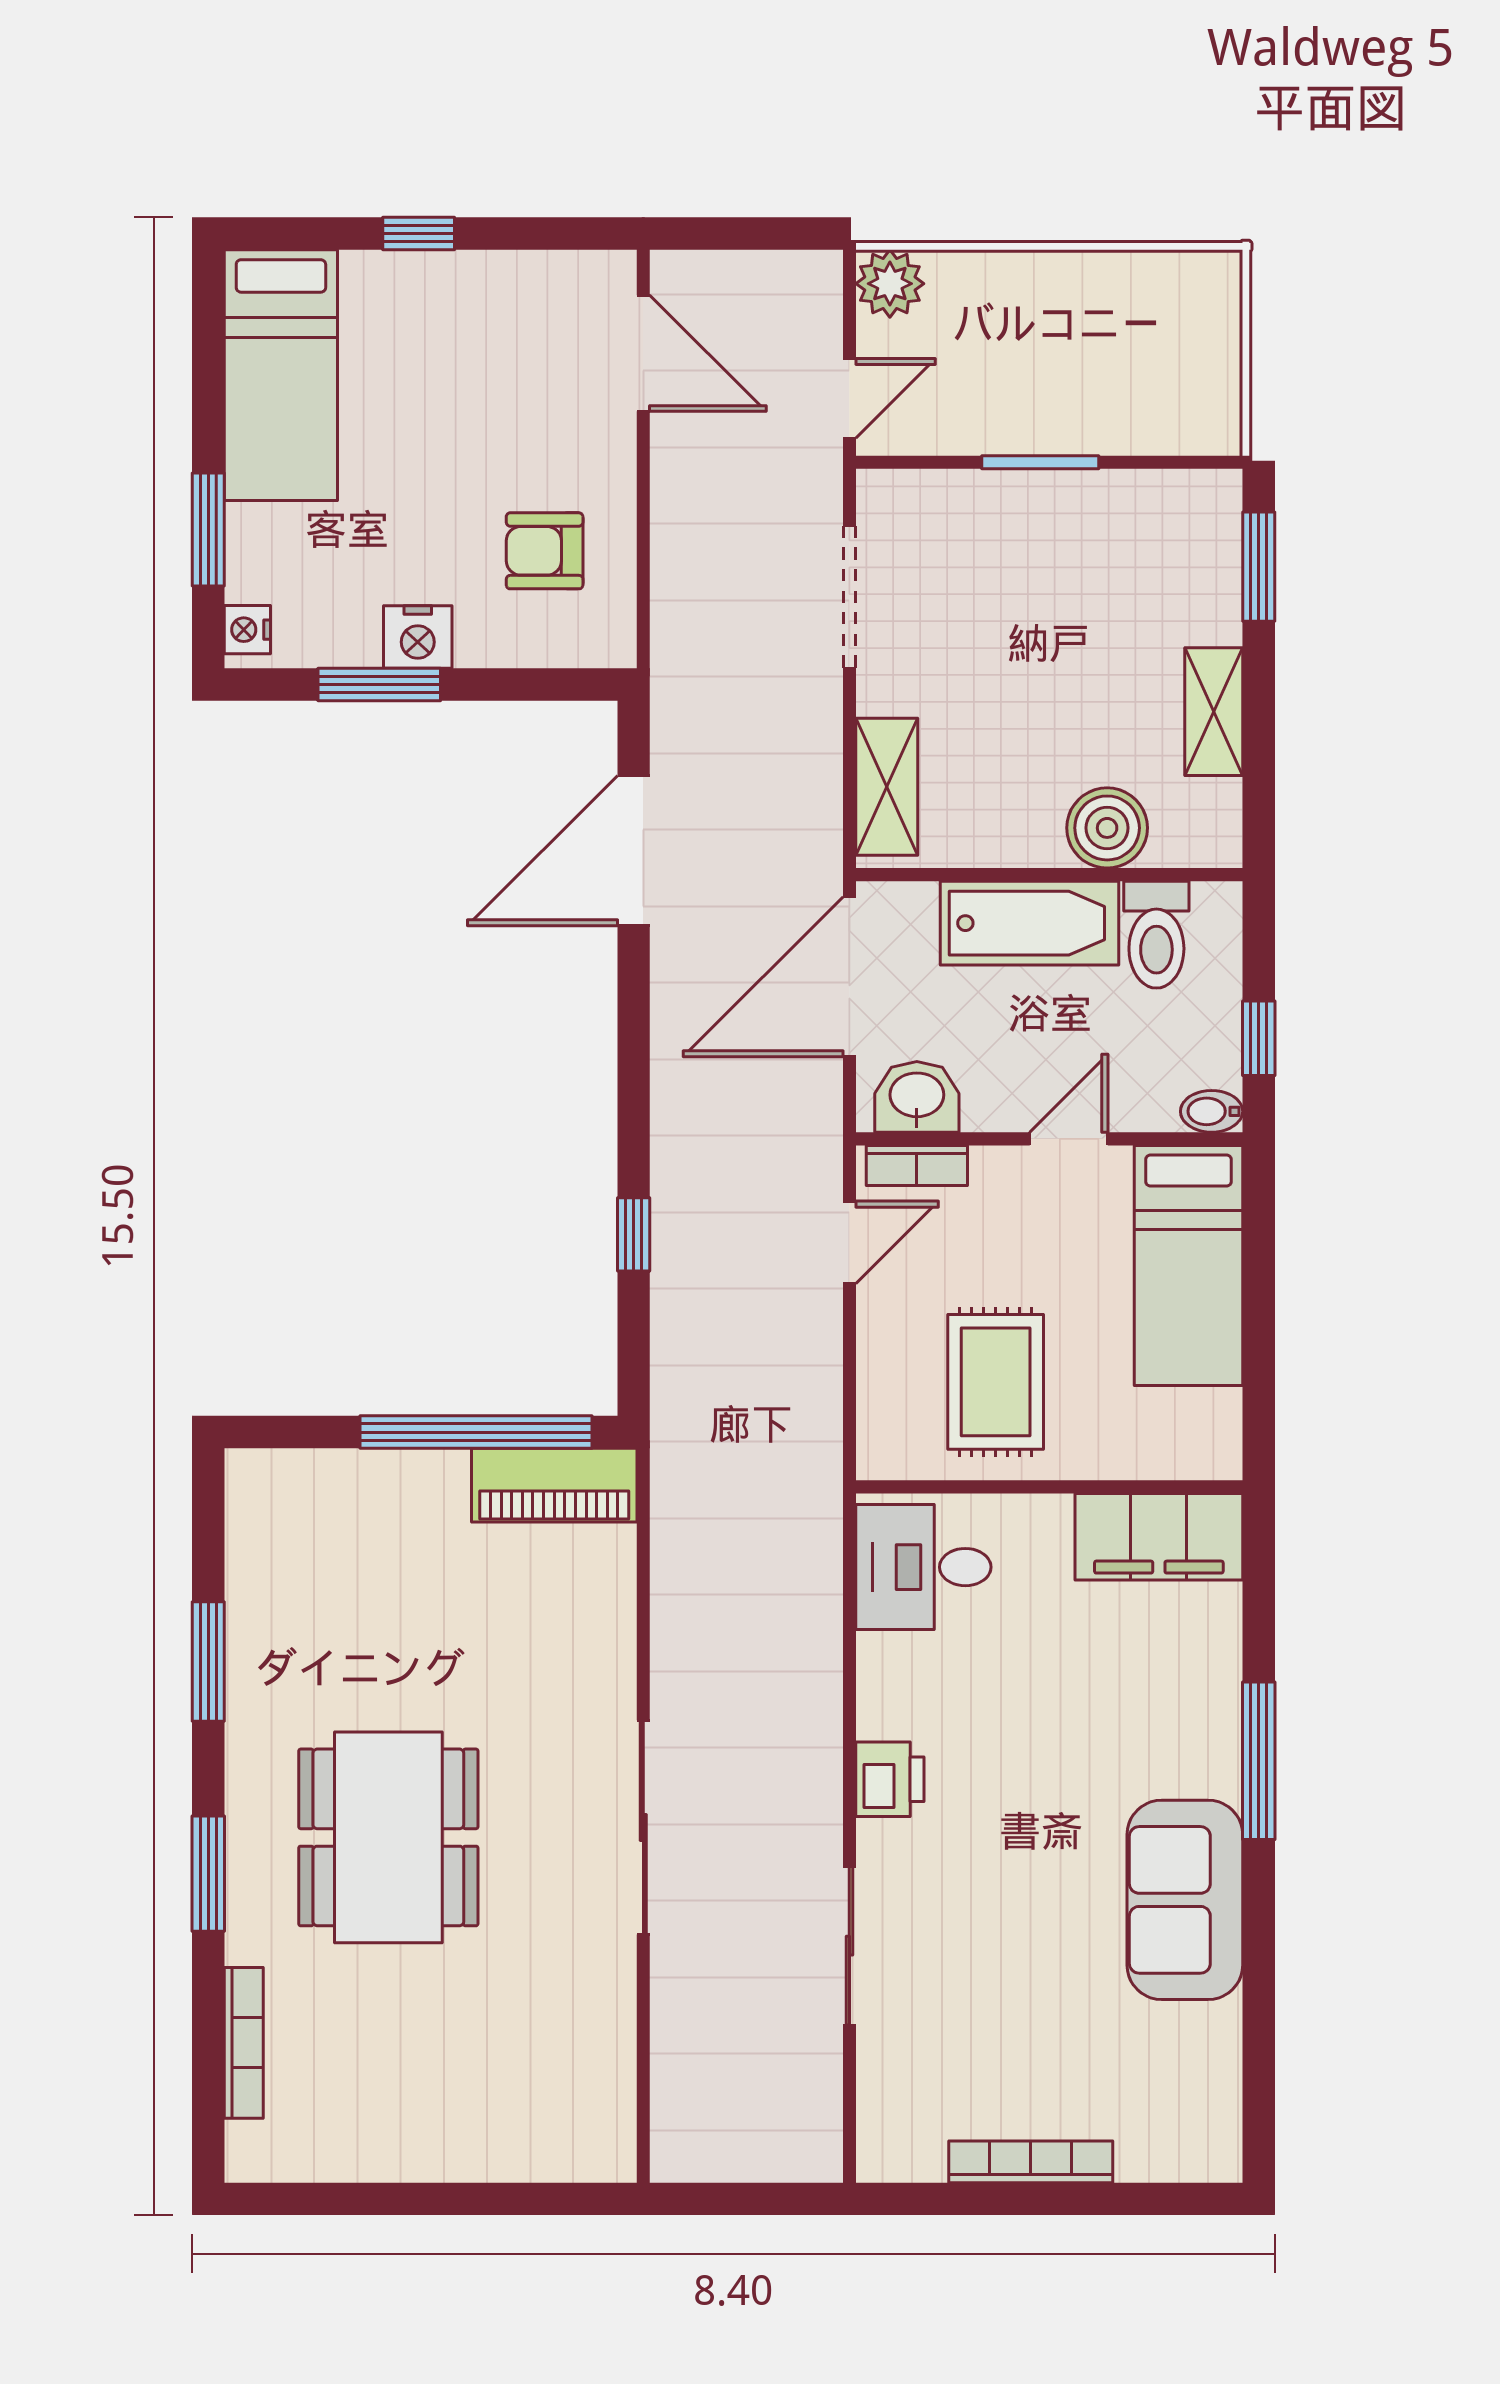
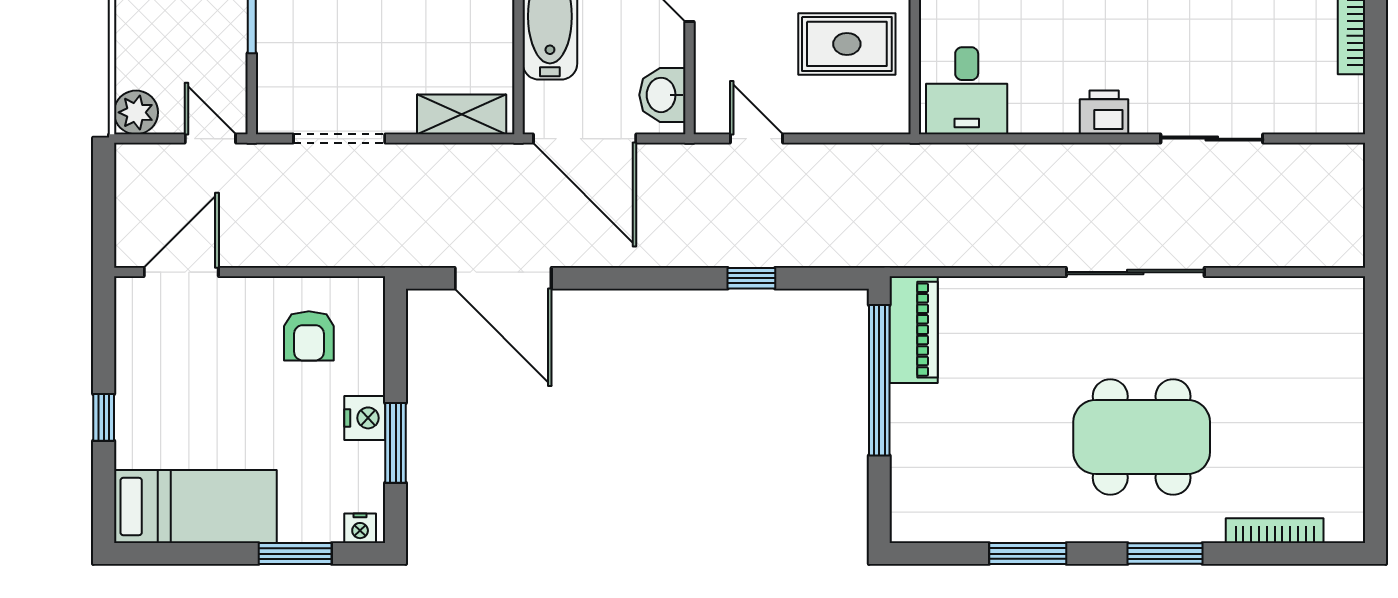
bookcase: (917, 1165) -> (707, 95), removed

